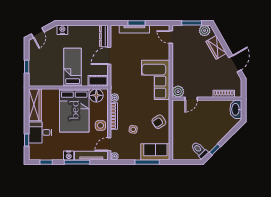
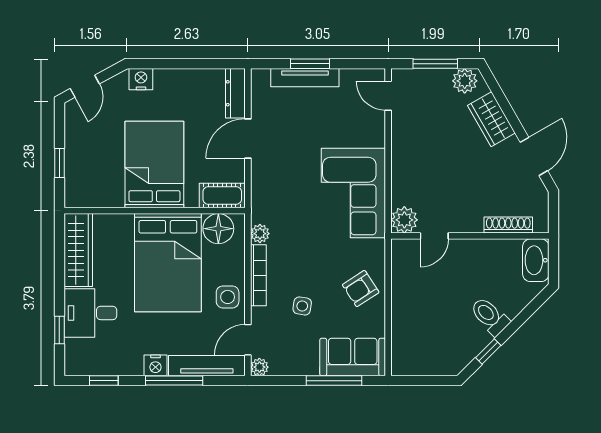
bed: (73, 67) -> (154, 165), width x1.50
toilet: (199, 150) -> (490, 316), moved

